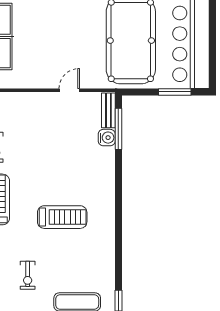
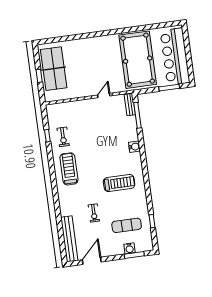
water cooler: (107, 138) -> (134, 147), moved
treadmill: (62, 217) -> (119, 183), moved

